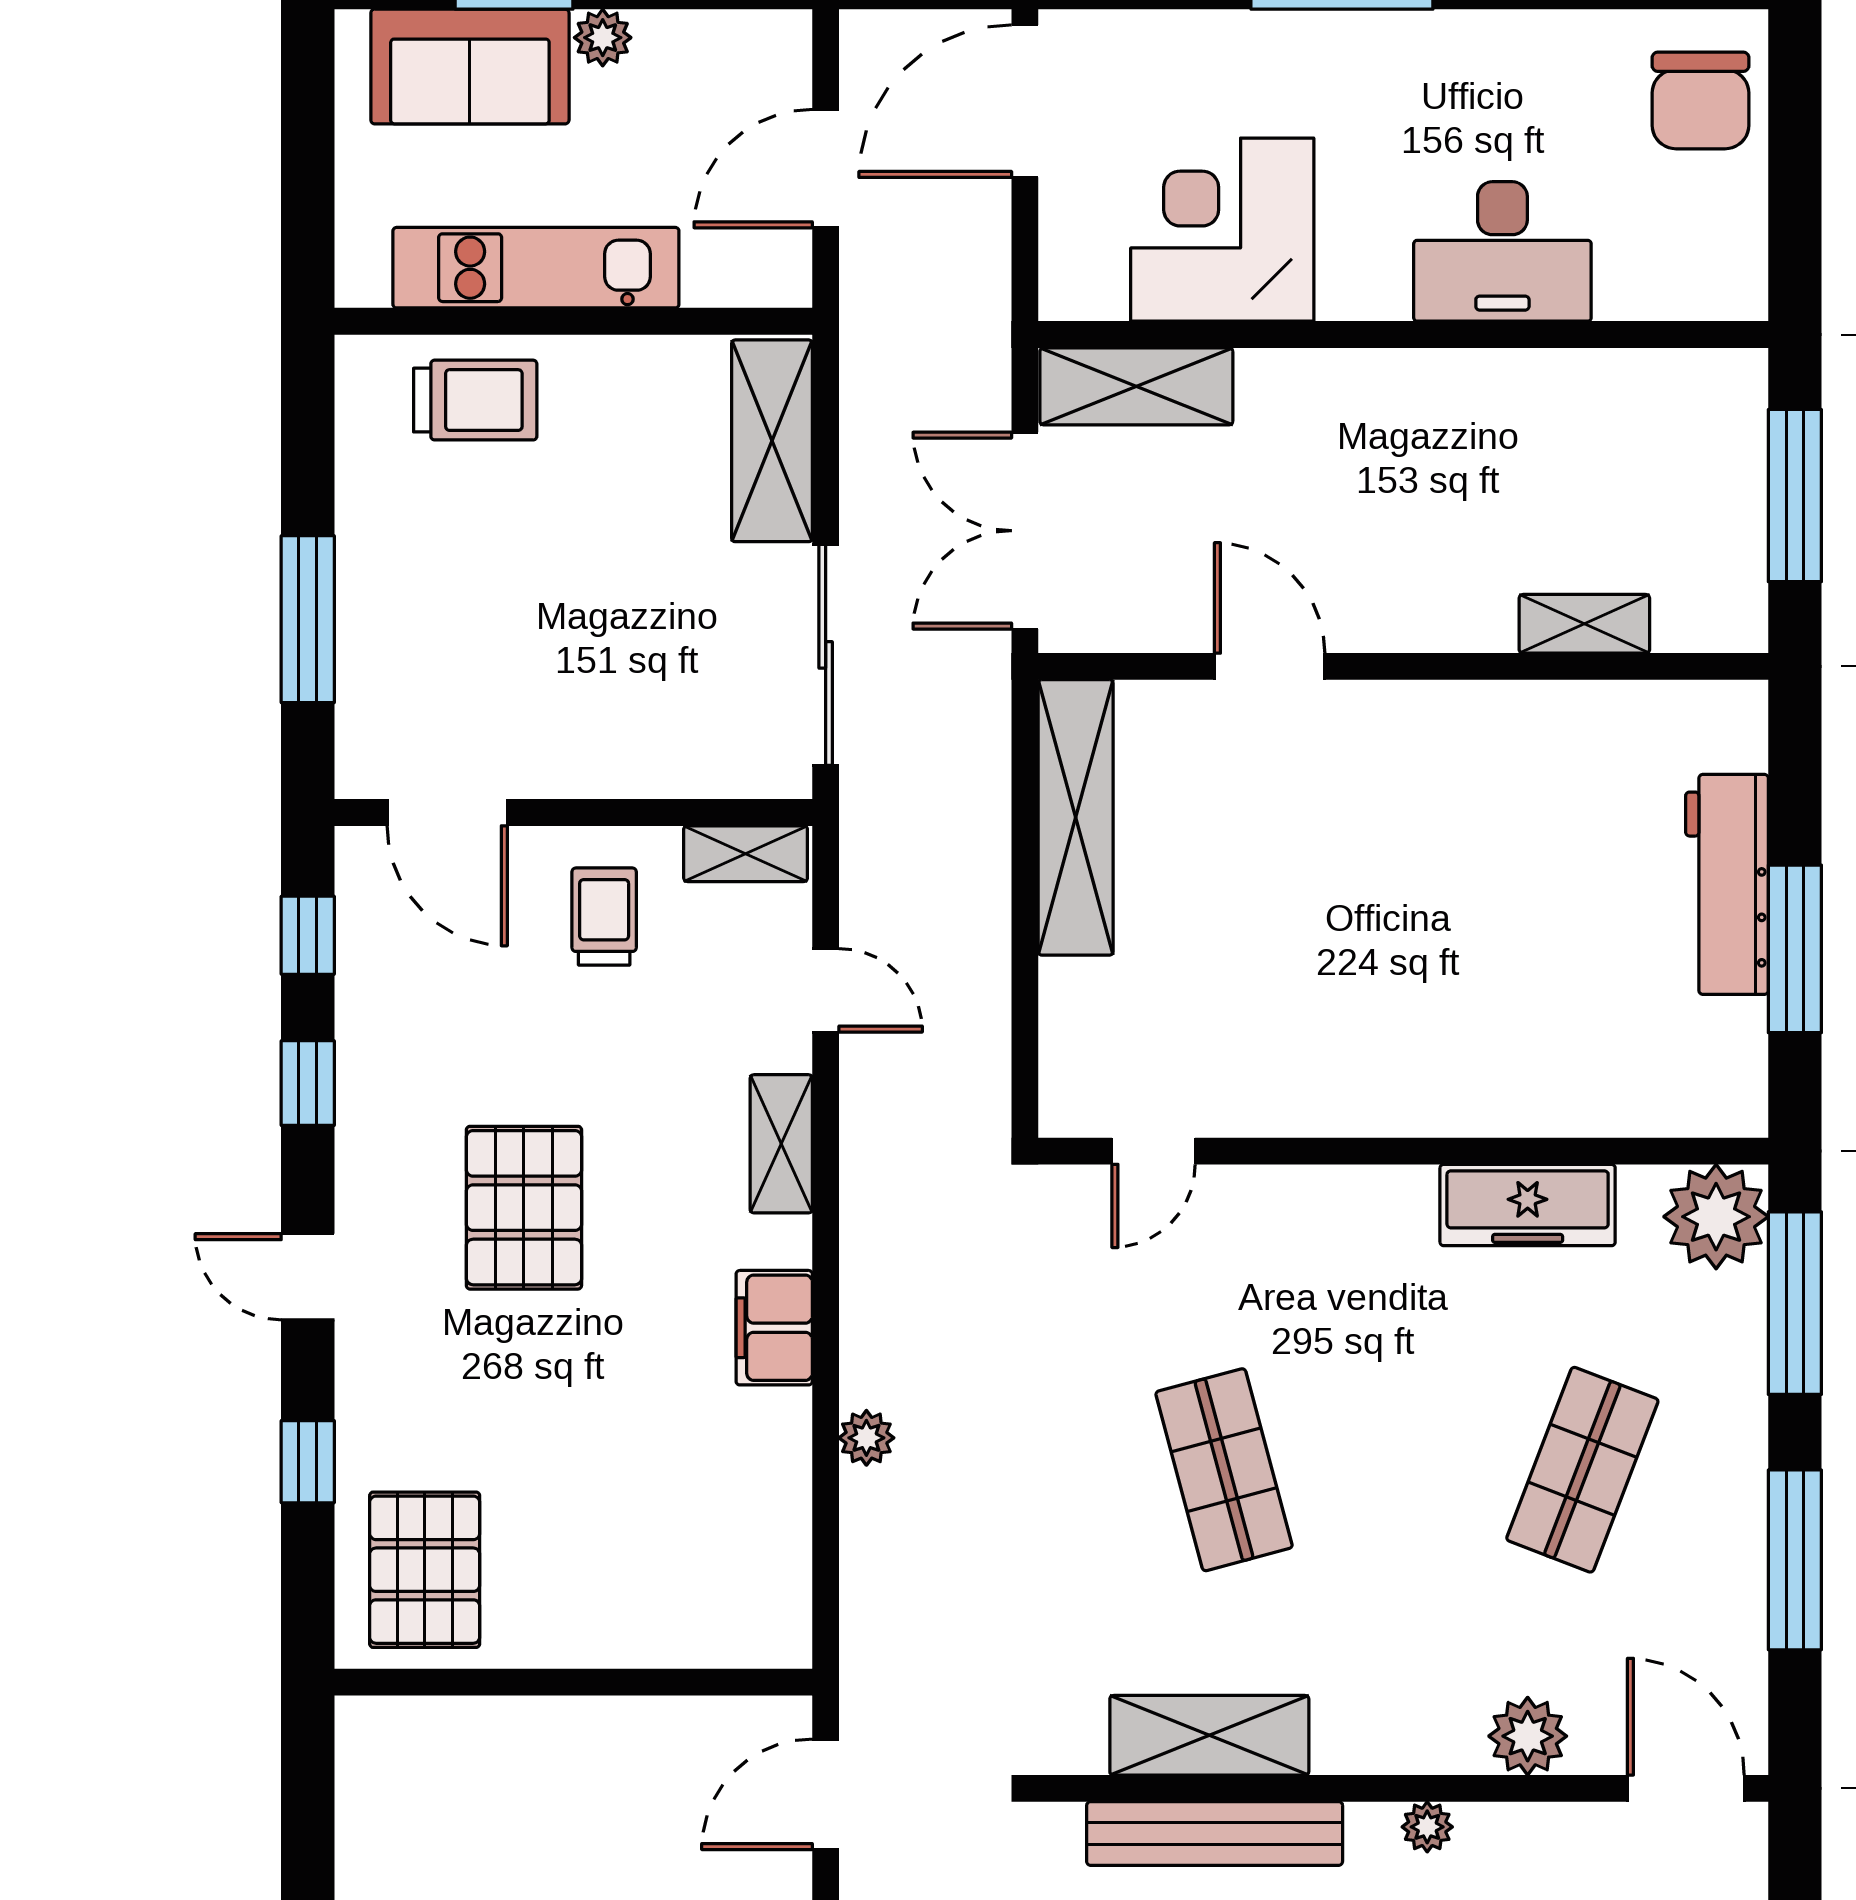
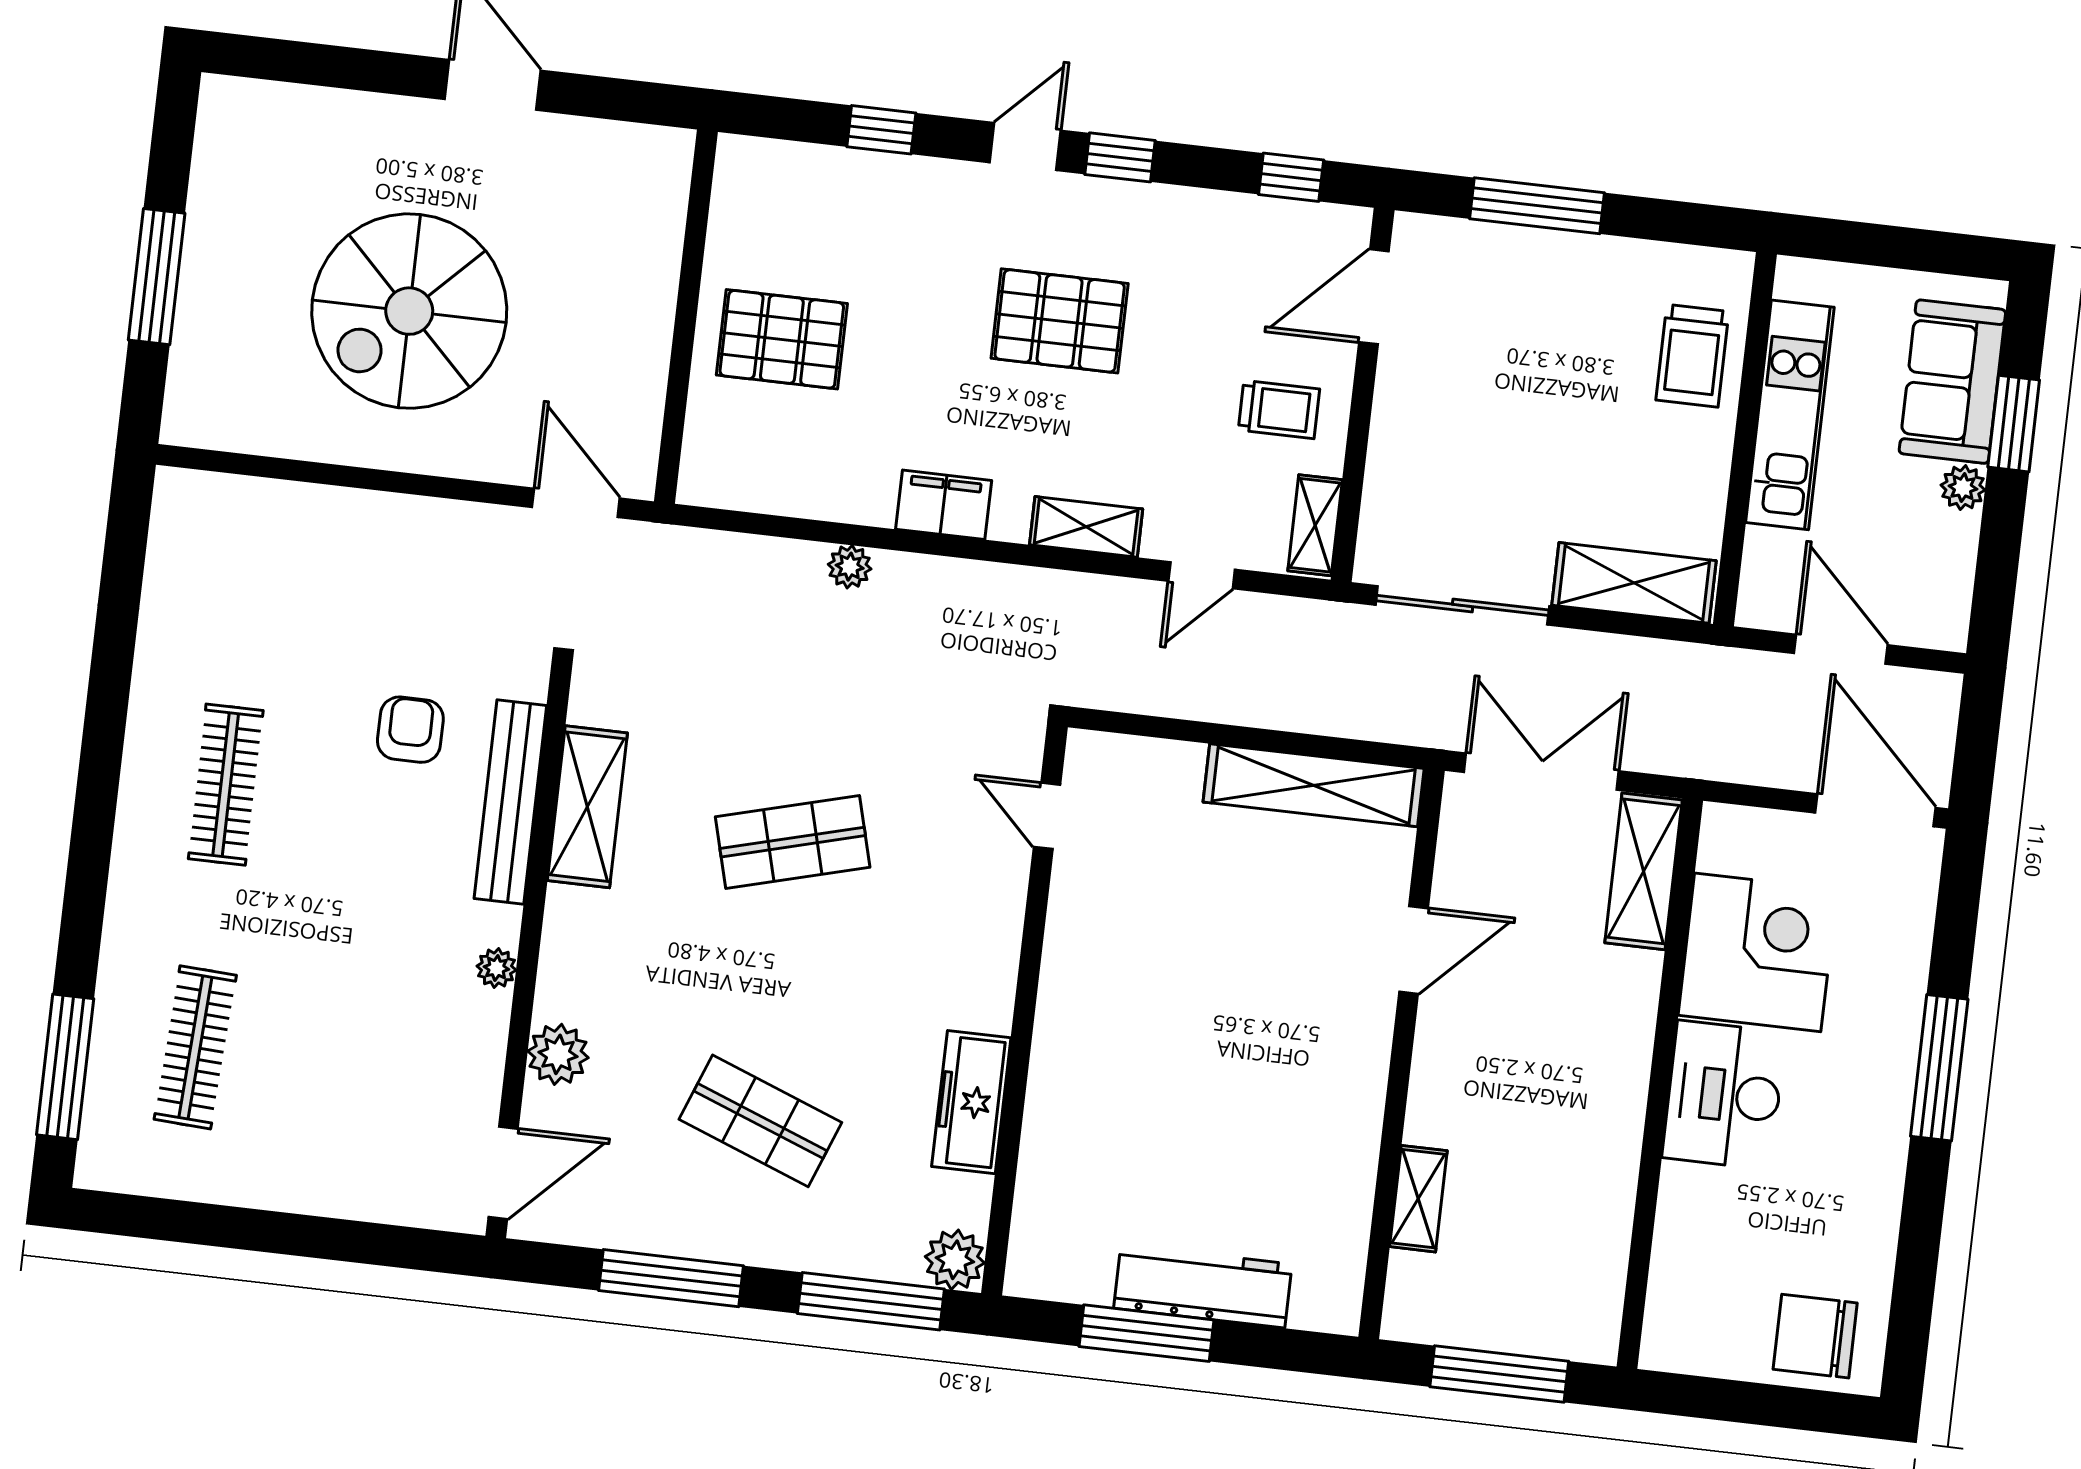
desk: (1502, 251) -> (1724, 1095), moved
window: (308, 1083) -> (1120, 157), moved
plant: (1716, 1217) -> (955, 1260), width x0.73, depth x0.73
pallet: (425, 1570) -> (782, 339), moved

